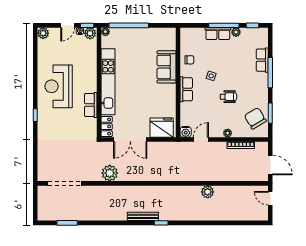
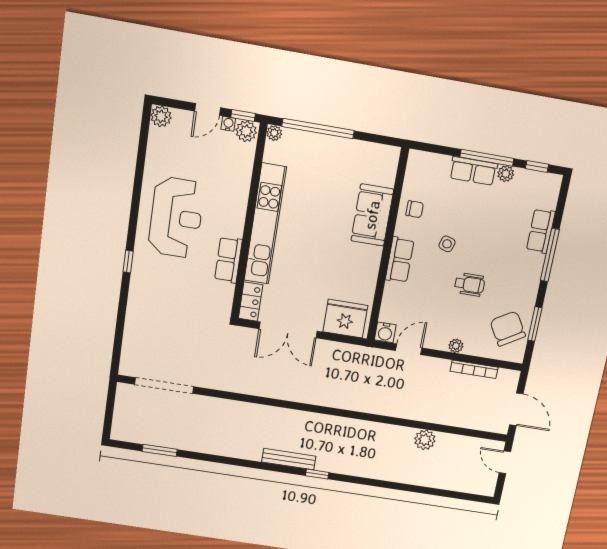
reception desk: (59, 86) -> (176, 218), turned 180
plant: (110, 173) -> (244, 380), removed
plant: (208, 192) -> (425, 440), moved

